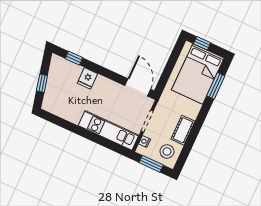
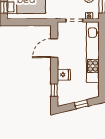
door: (138, 87) -> (54, 48), moved
kitchen unit: (108, 130) -> (93, 52), width x1.36

